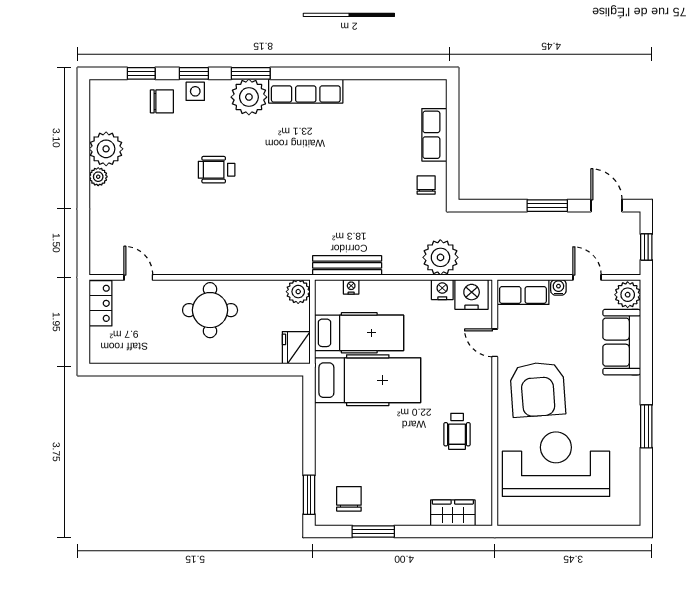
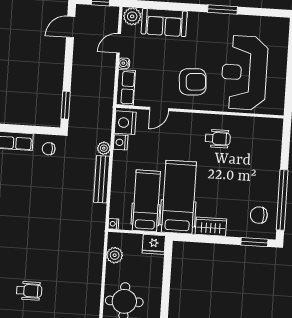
wheelchair: (217, 170) -> (29, 291), turned -90
window: (547, 206) -> (66, 105), moved
plant: (440, 257) -> (104, 148), width x0.53, depth x0.53
bench: (347, 265) -> (102, 179), moved
nightstand: (351, 287) -> (113, 224), moved
plant: (298, 292) -> (115, 255), moved
armchair: (538, 389) -> (193, 82), width x0.73, depth x0.73
wardrobe: (453, 513) -> (211, 227), moved, turned 90
window: (373, 531) -> (282, 200), width x2.11

